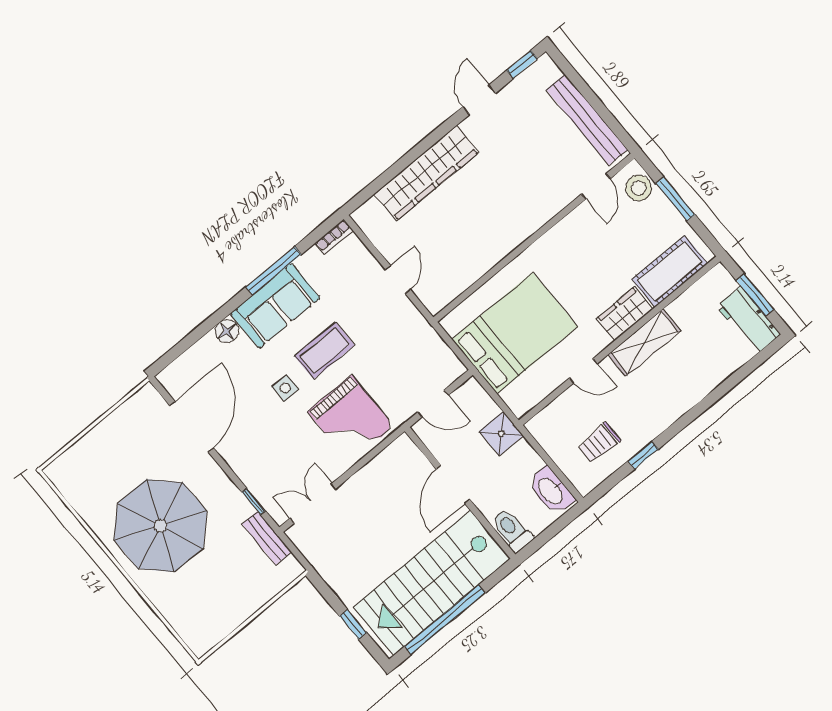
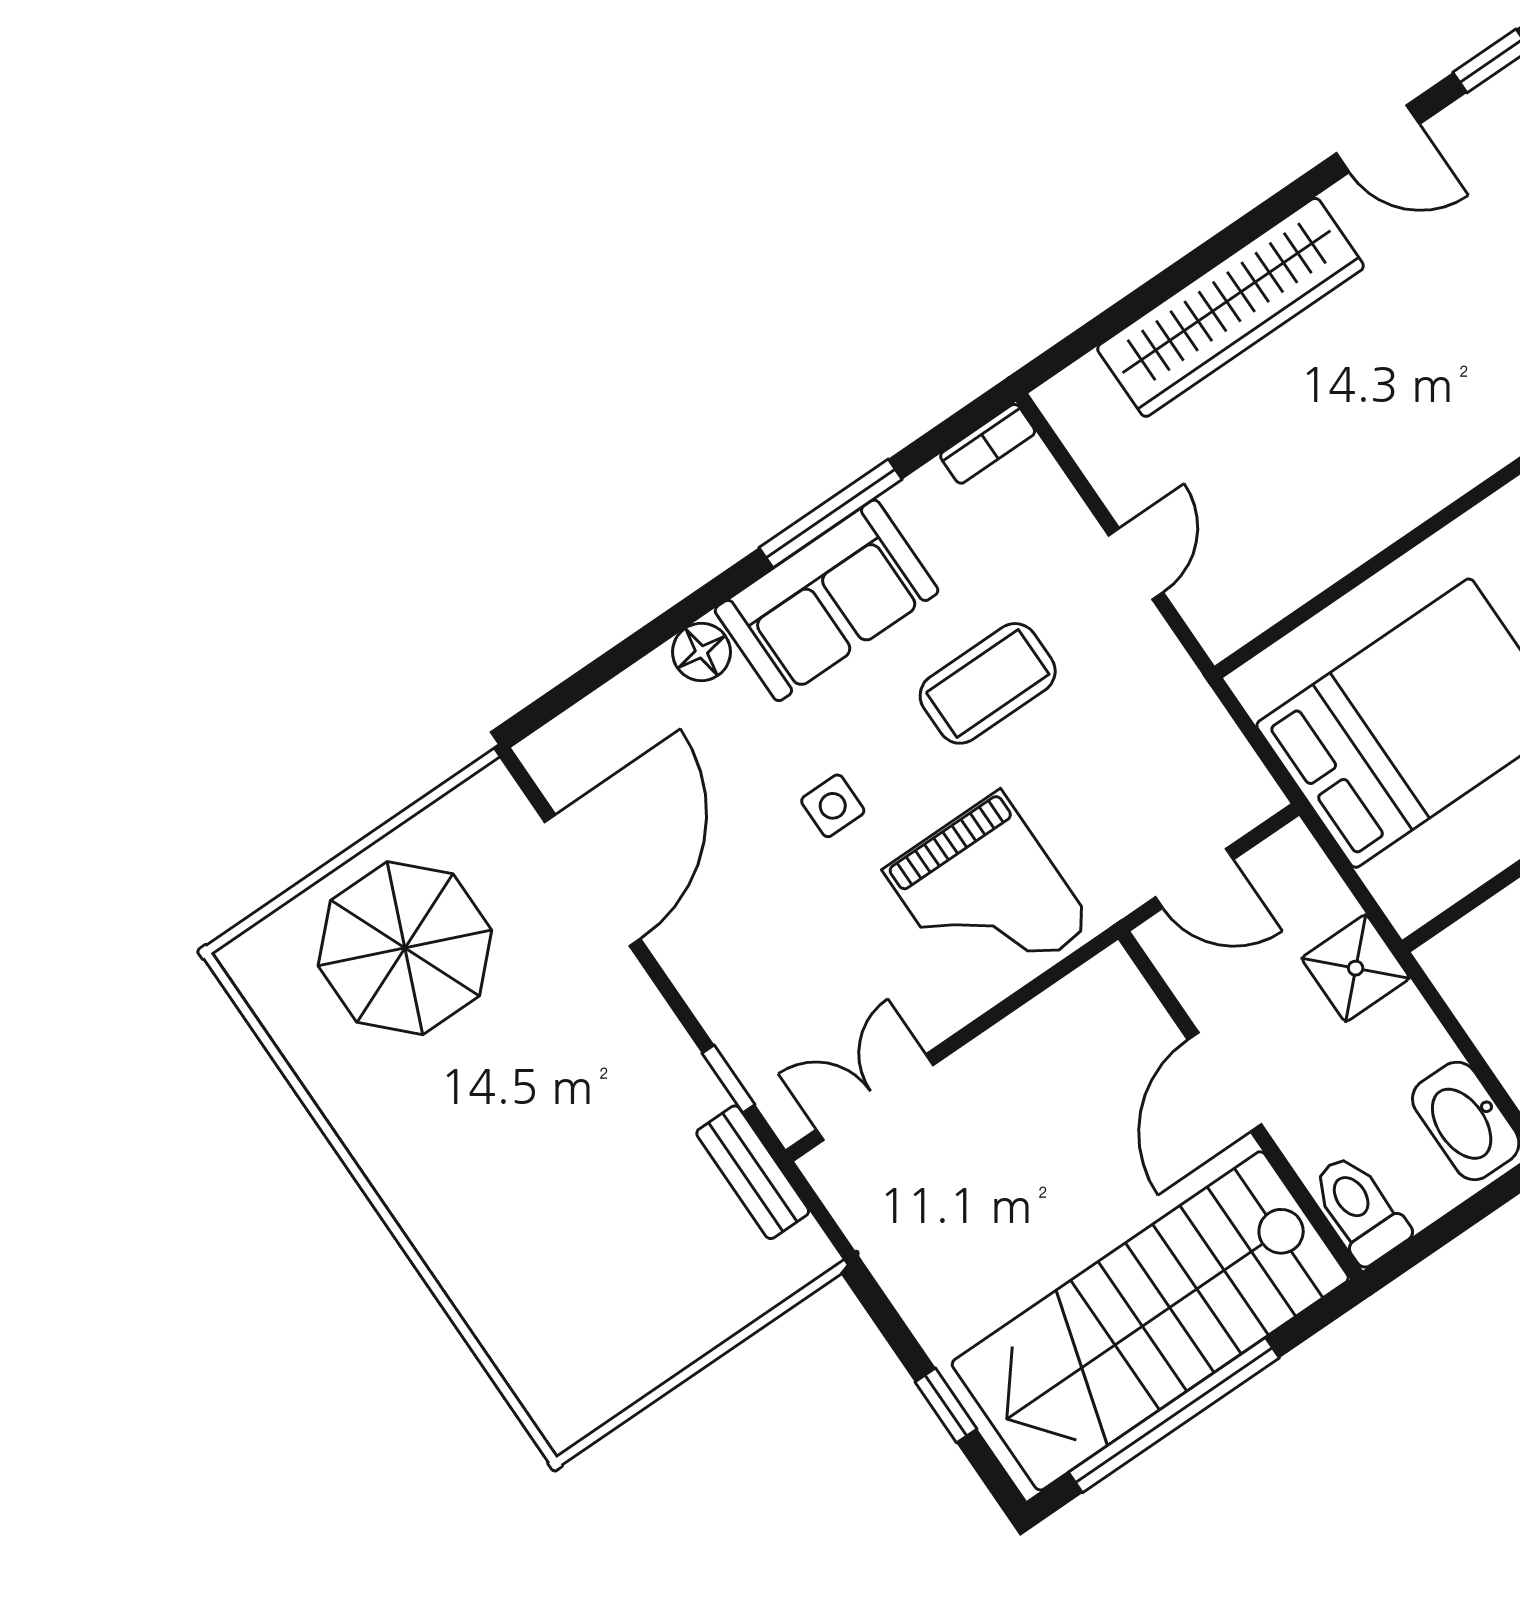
door: (479, 100) -> (1378, 139), swing flipped
coffee table: (324, 351) -> (988, 683), moved
parasol: (160, 526) -> (405, 948), moved, width x0.73, depth x0.73

